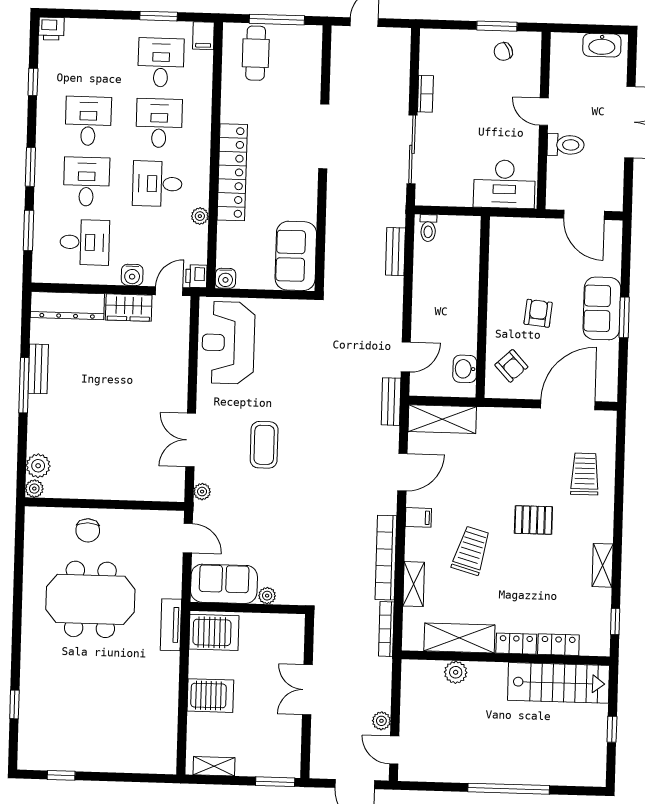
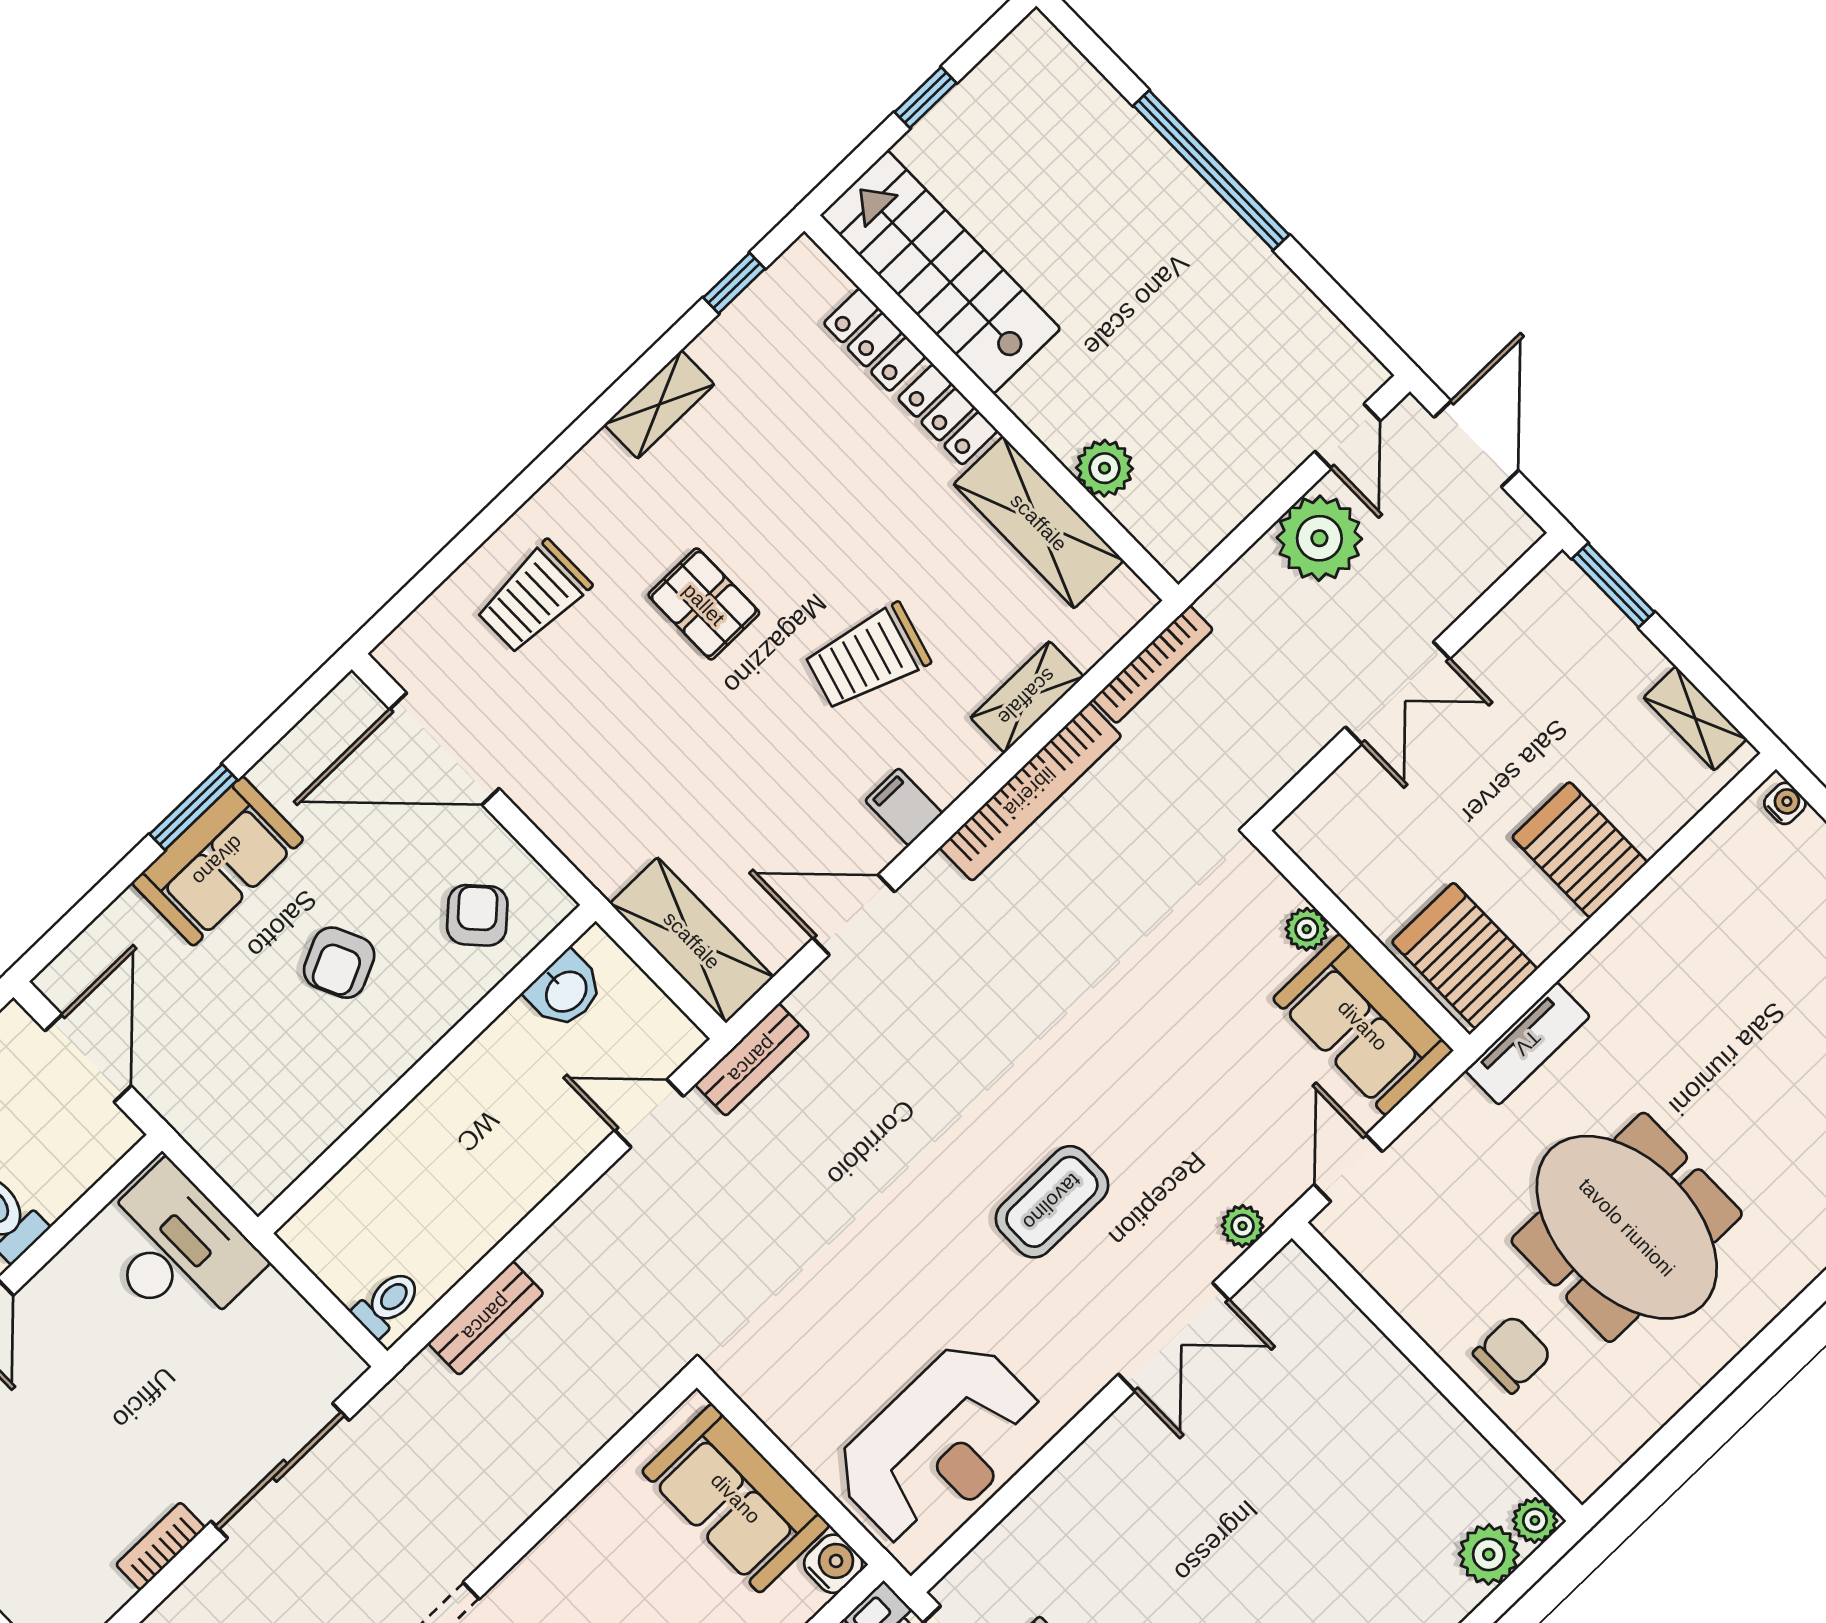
sofa: (296, 256) -> (736, 1498), moved, turned 90
armchair: (538, 313) -> (339, 963), turned -31
plant: (381, 721) -> (1319, 538), width x1.88, depth x1.88
water cooler: (164, 767) -> (1785, 803), added

